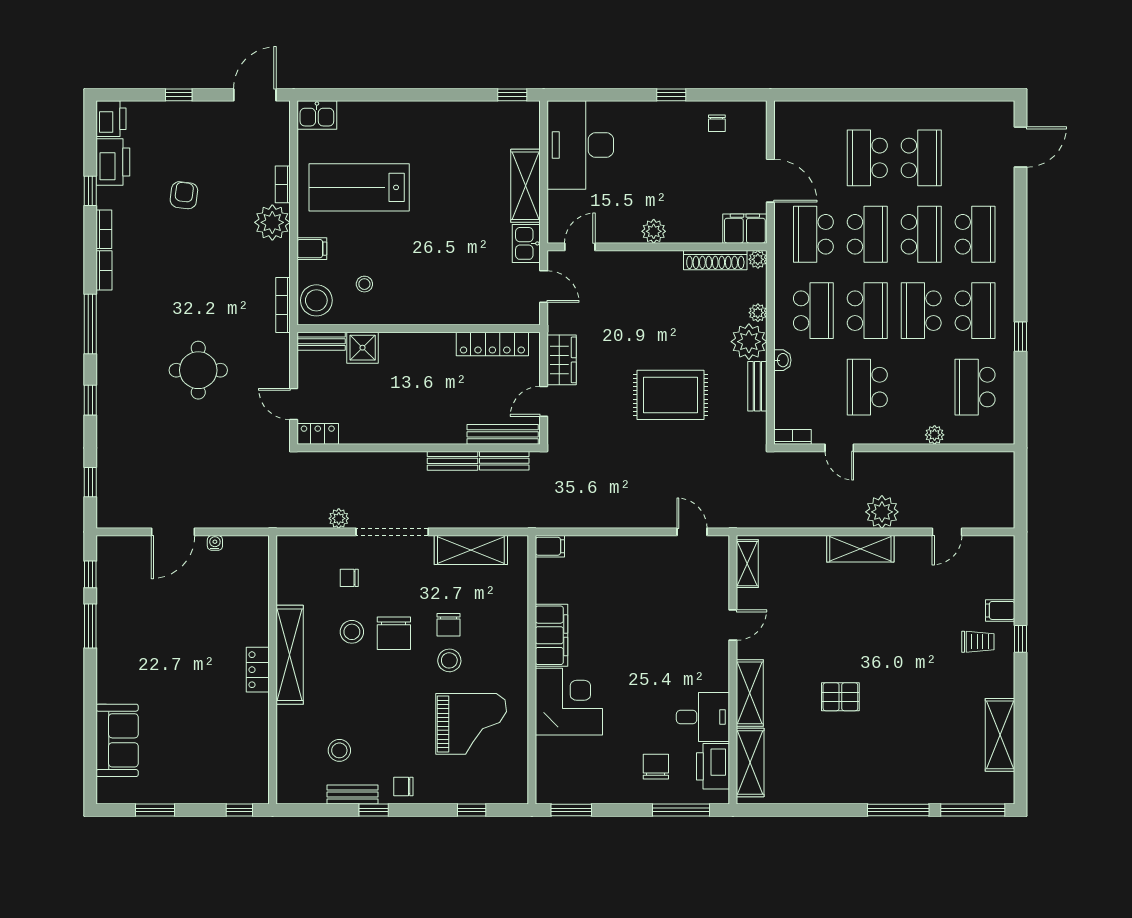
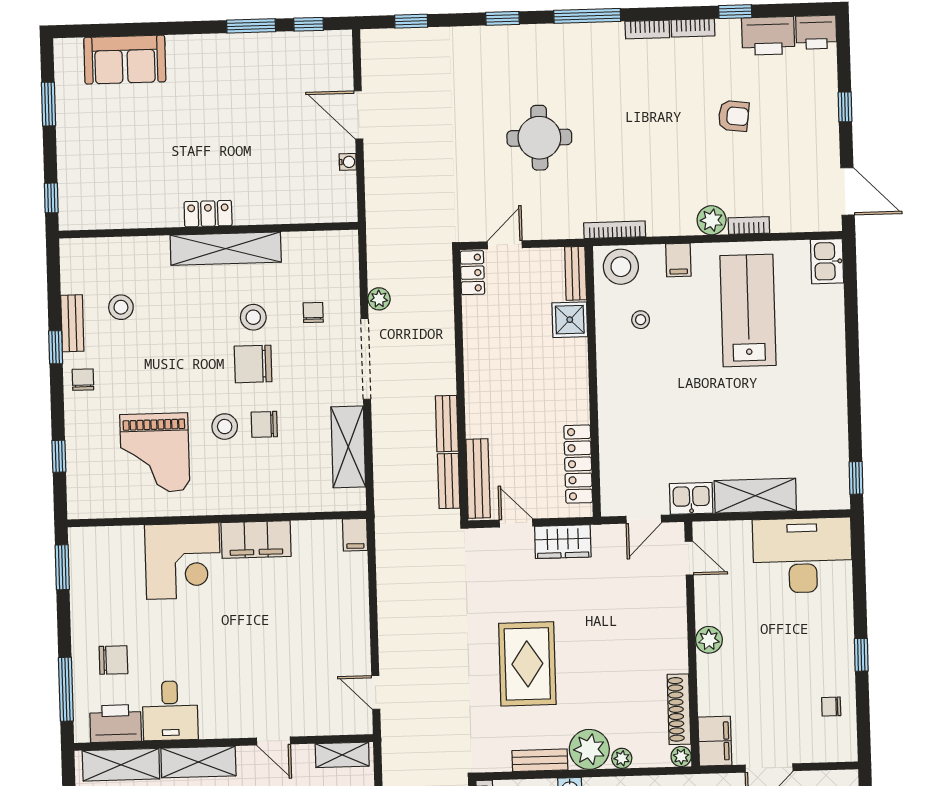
plant: (272, 222) -> (712, 220), width x0.73, depth x0.73
door: (692, 532) -> (376, 692), swing flipped

